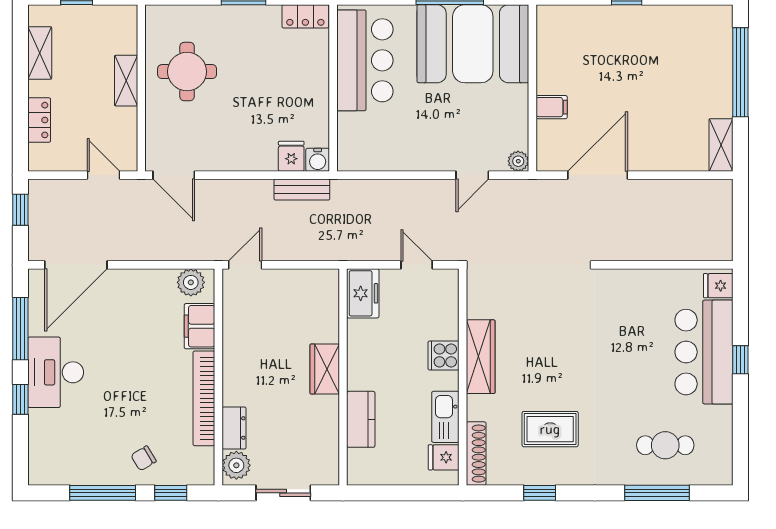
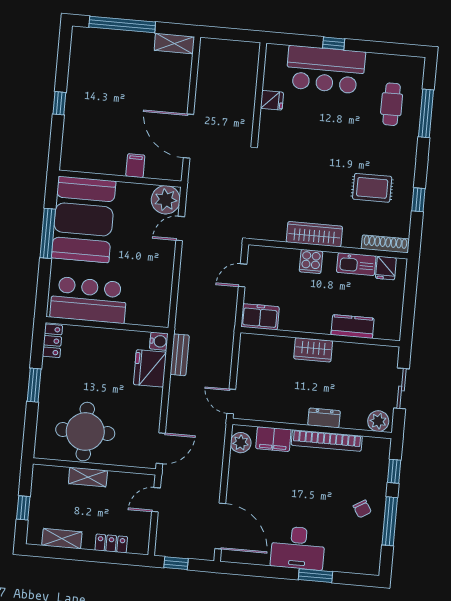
round table: (187, 72) -> (85, 432), width x1.36, depth x1.36
fridge: (291, 156) -> (150, 368), width x1.88, depth x1.34
plant: (518, 161) -> (166, 200), width x1.88, depth x1.88
door: (472, 175) -> (180, 228), swing flipped
fridge: (718, 286) -> (272, 100), moved, turned -90
window: (20, 329) -> (263, 571), removed
window: (20, 399) -> (315, 576), width x1.50
dresser: (234, 428) -> (324, 418), moved
rug: (550, 429) -> (372, 188), turned 90
chair: (143, 458) -> (362, 509), moved

